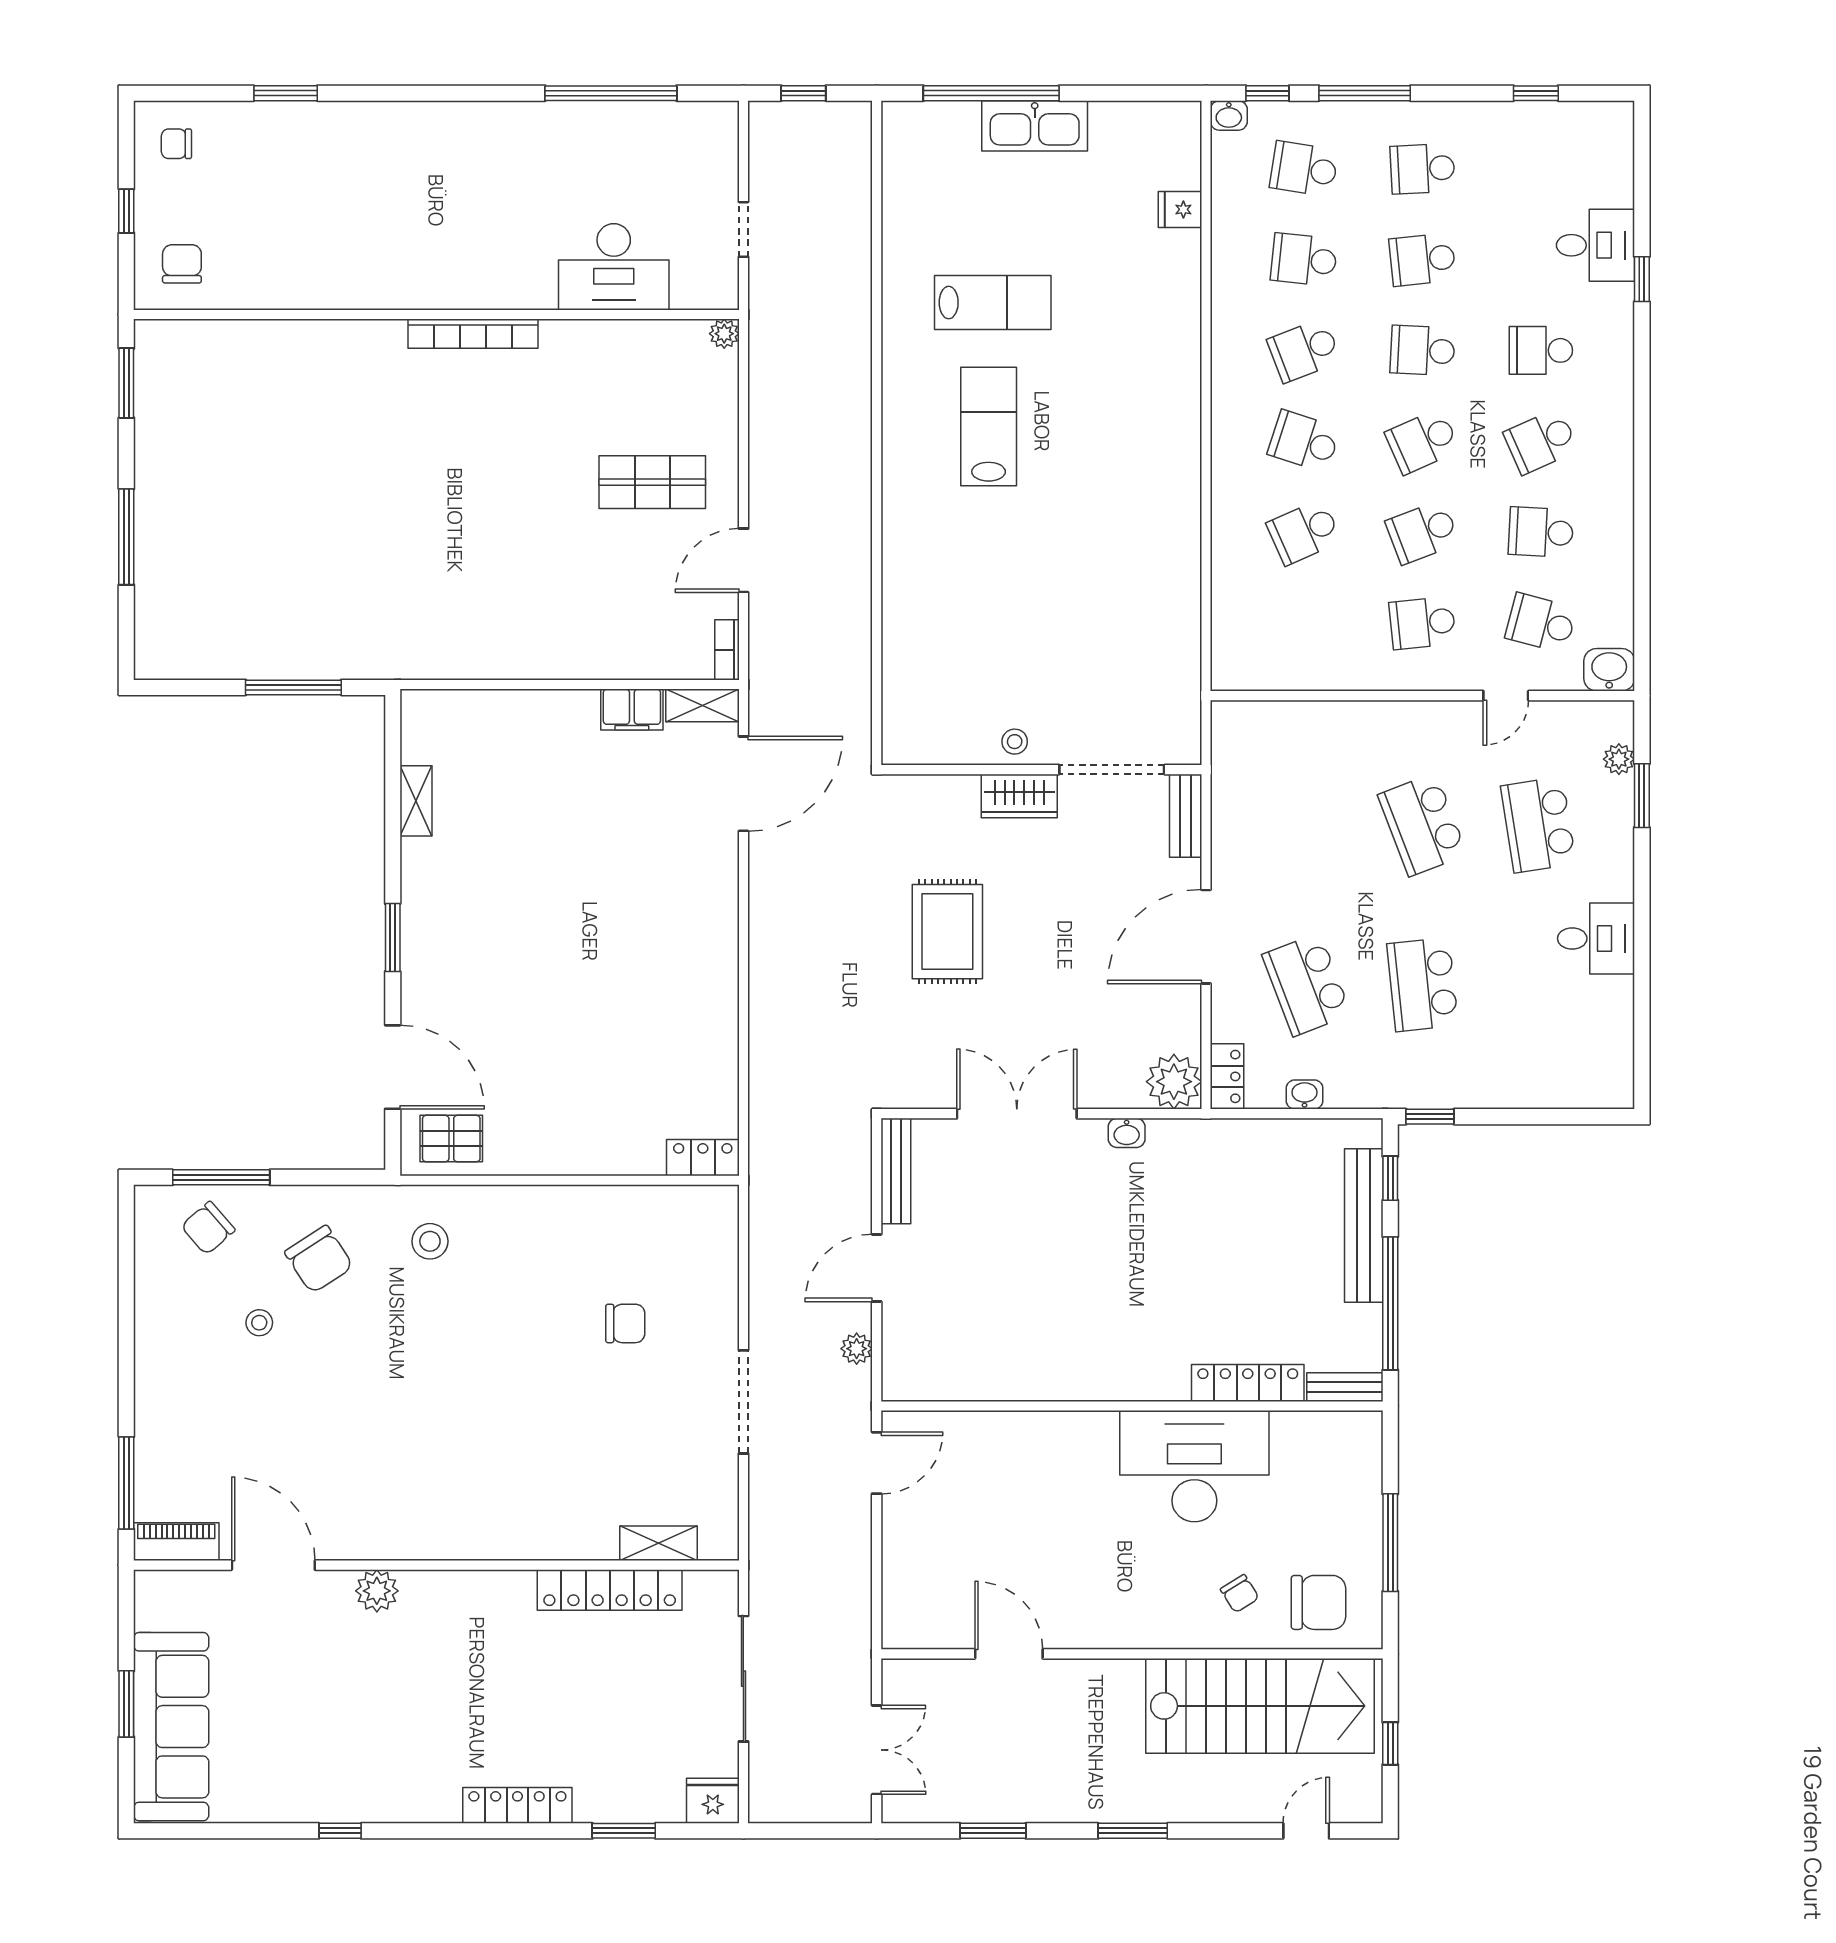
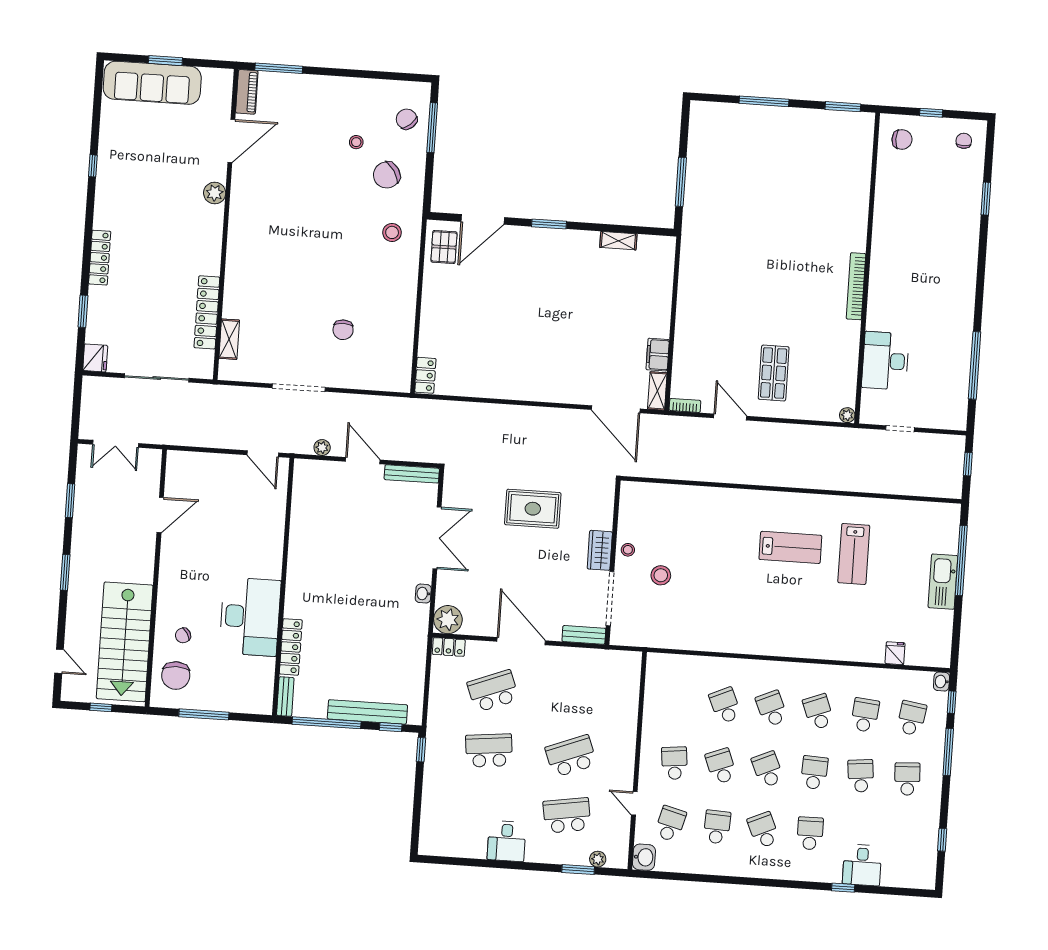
school desk: (1304, 441) -> (772, 709), turned -42
stool: (1060, 674) -> (661, 575), added
washbasin: (1305, 1095) -> (437, 686), removed

